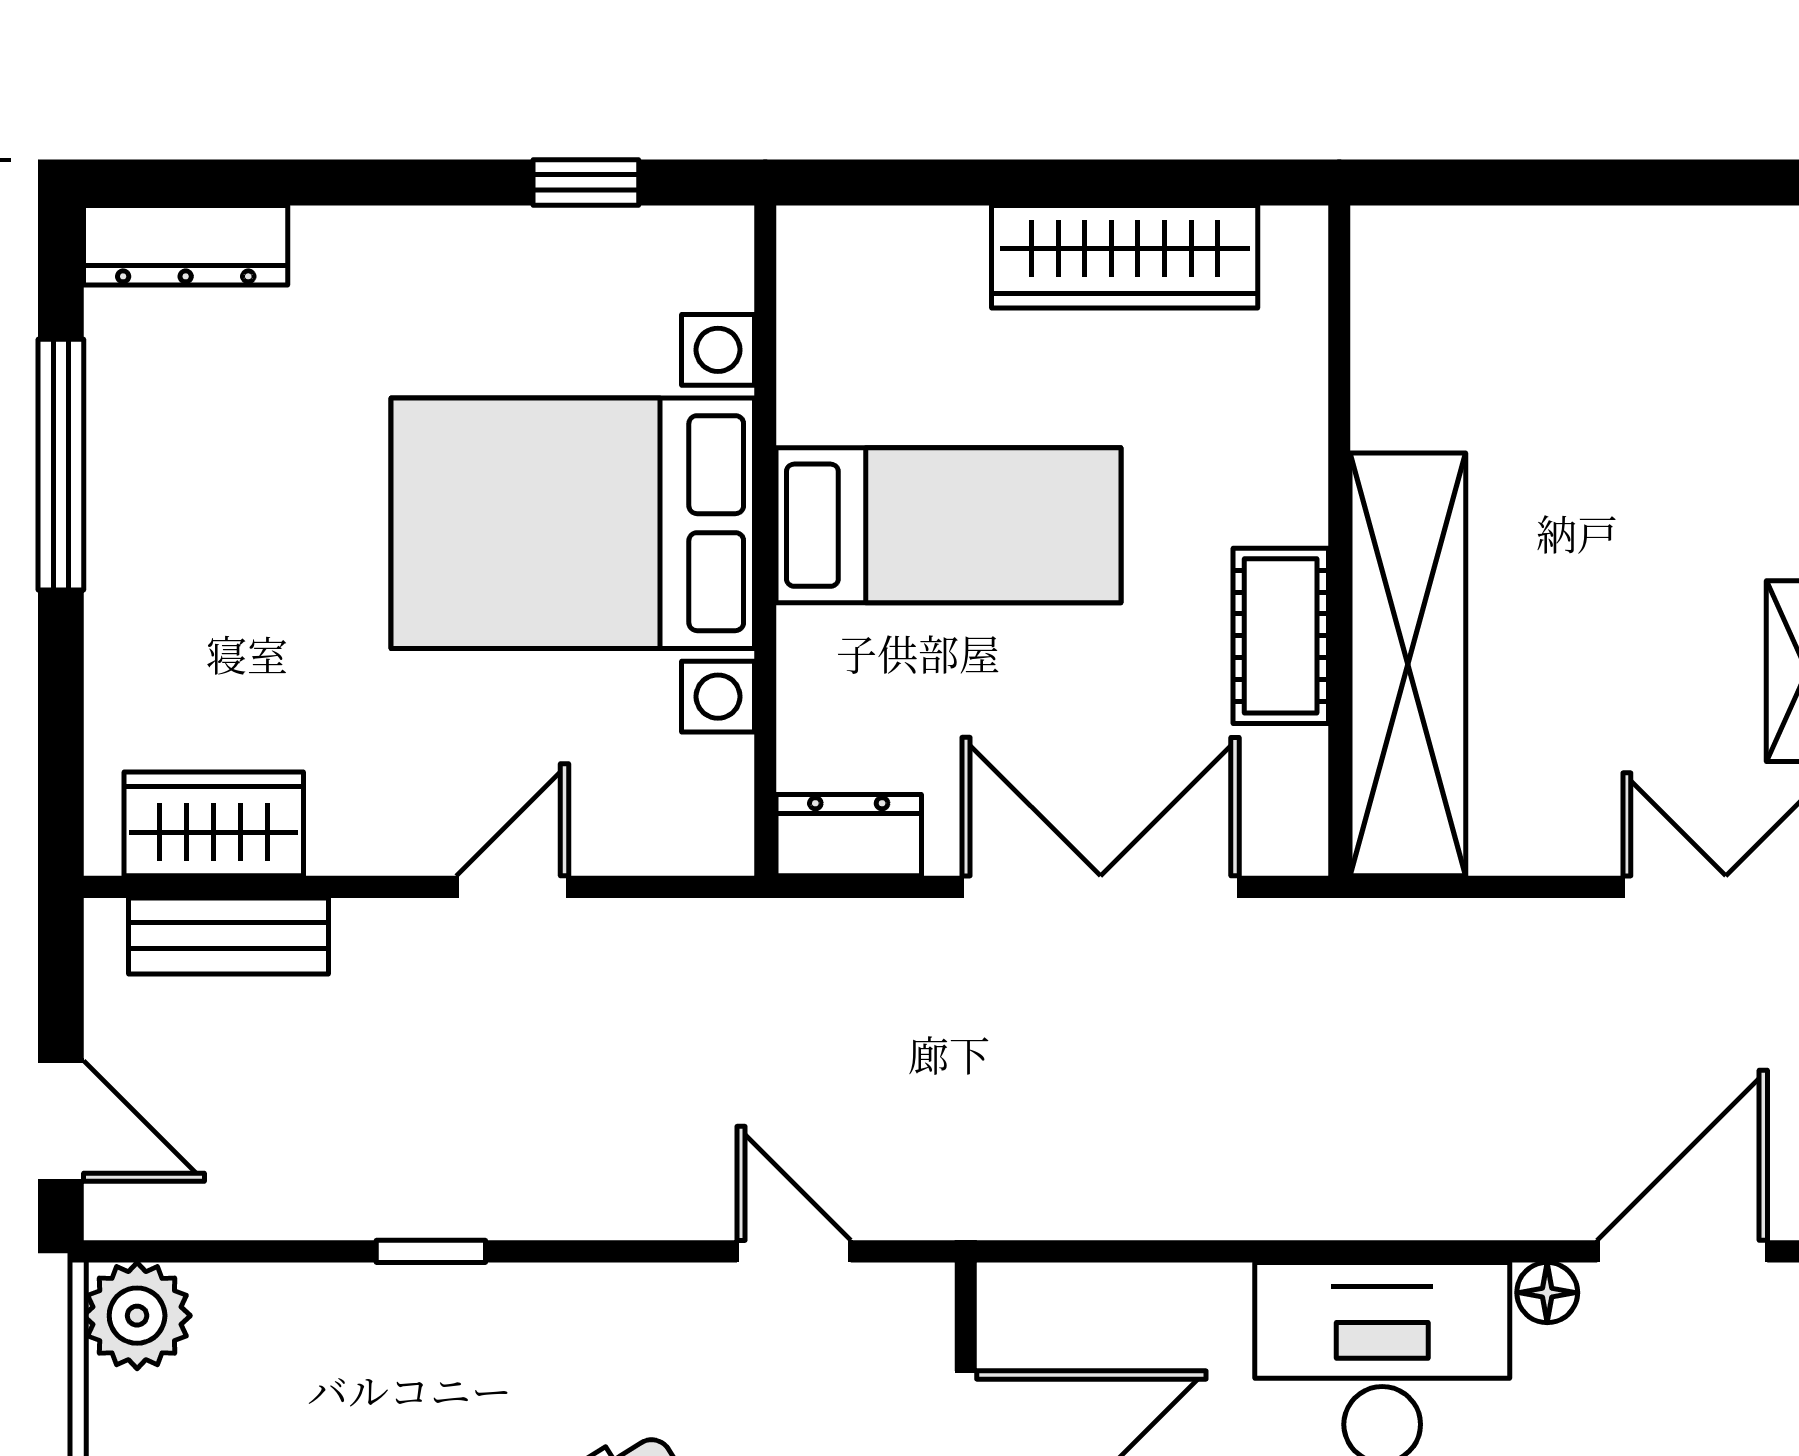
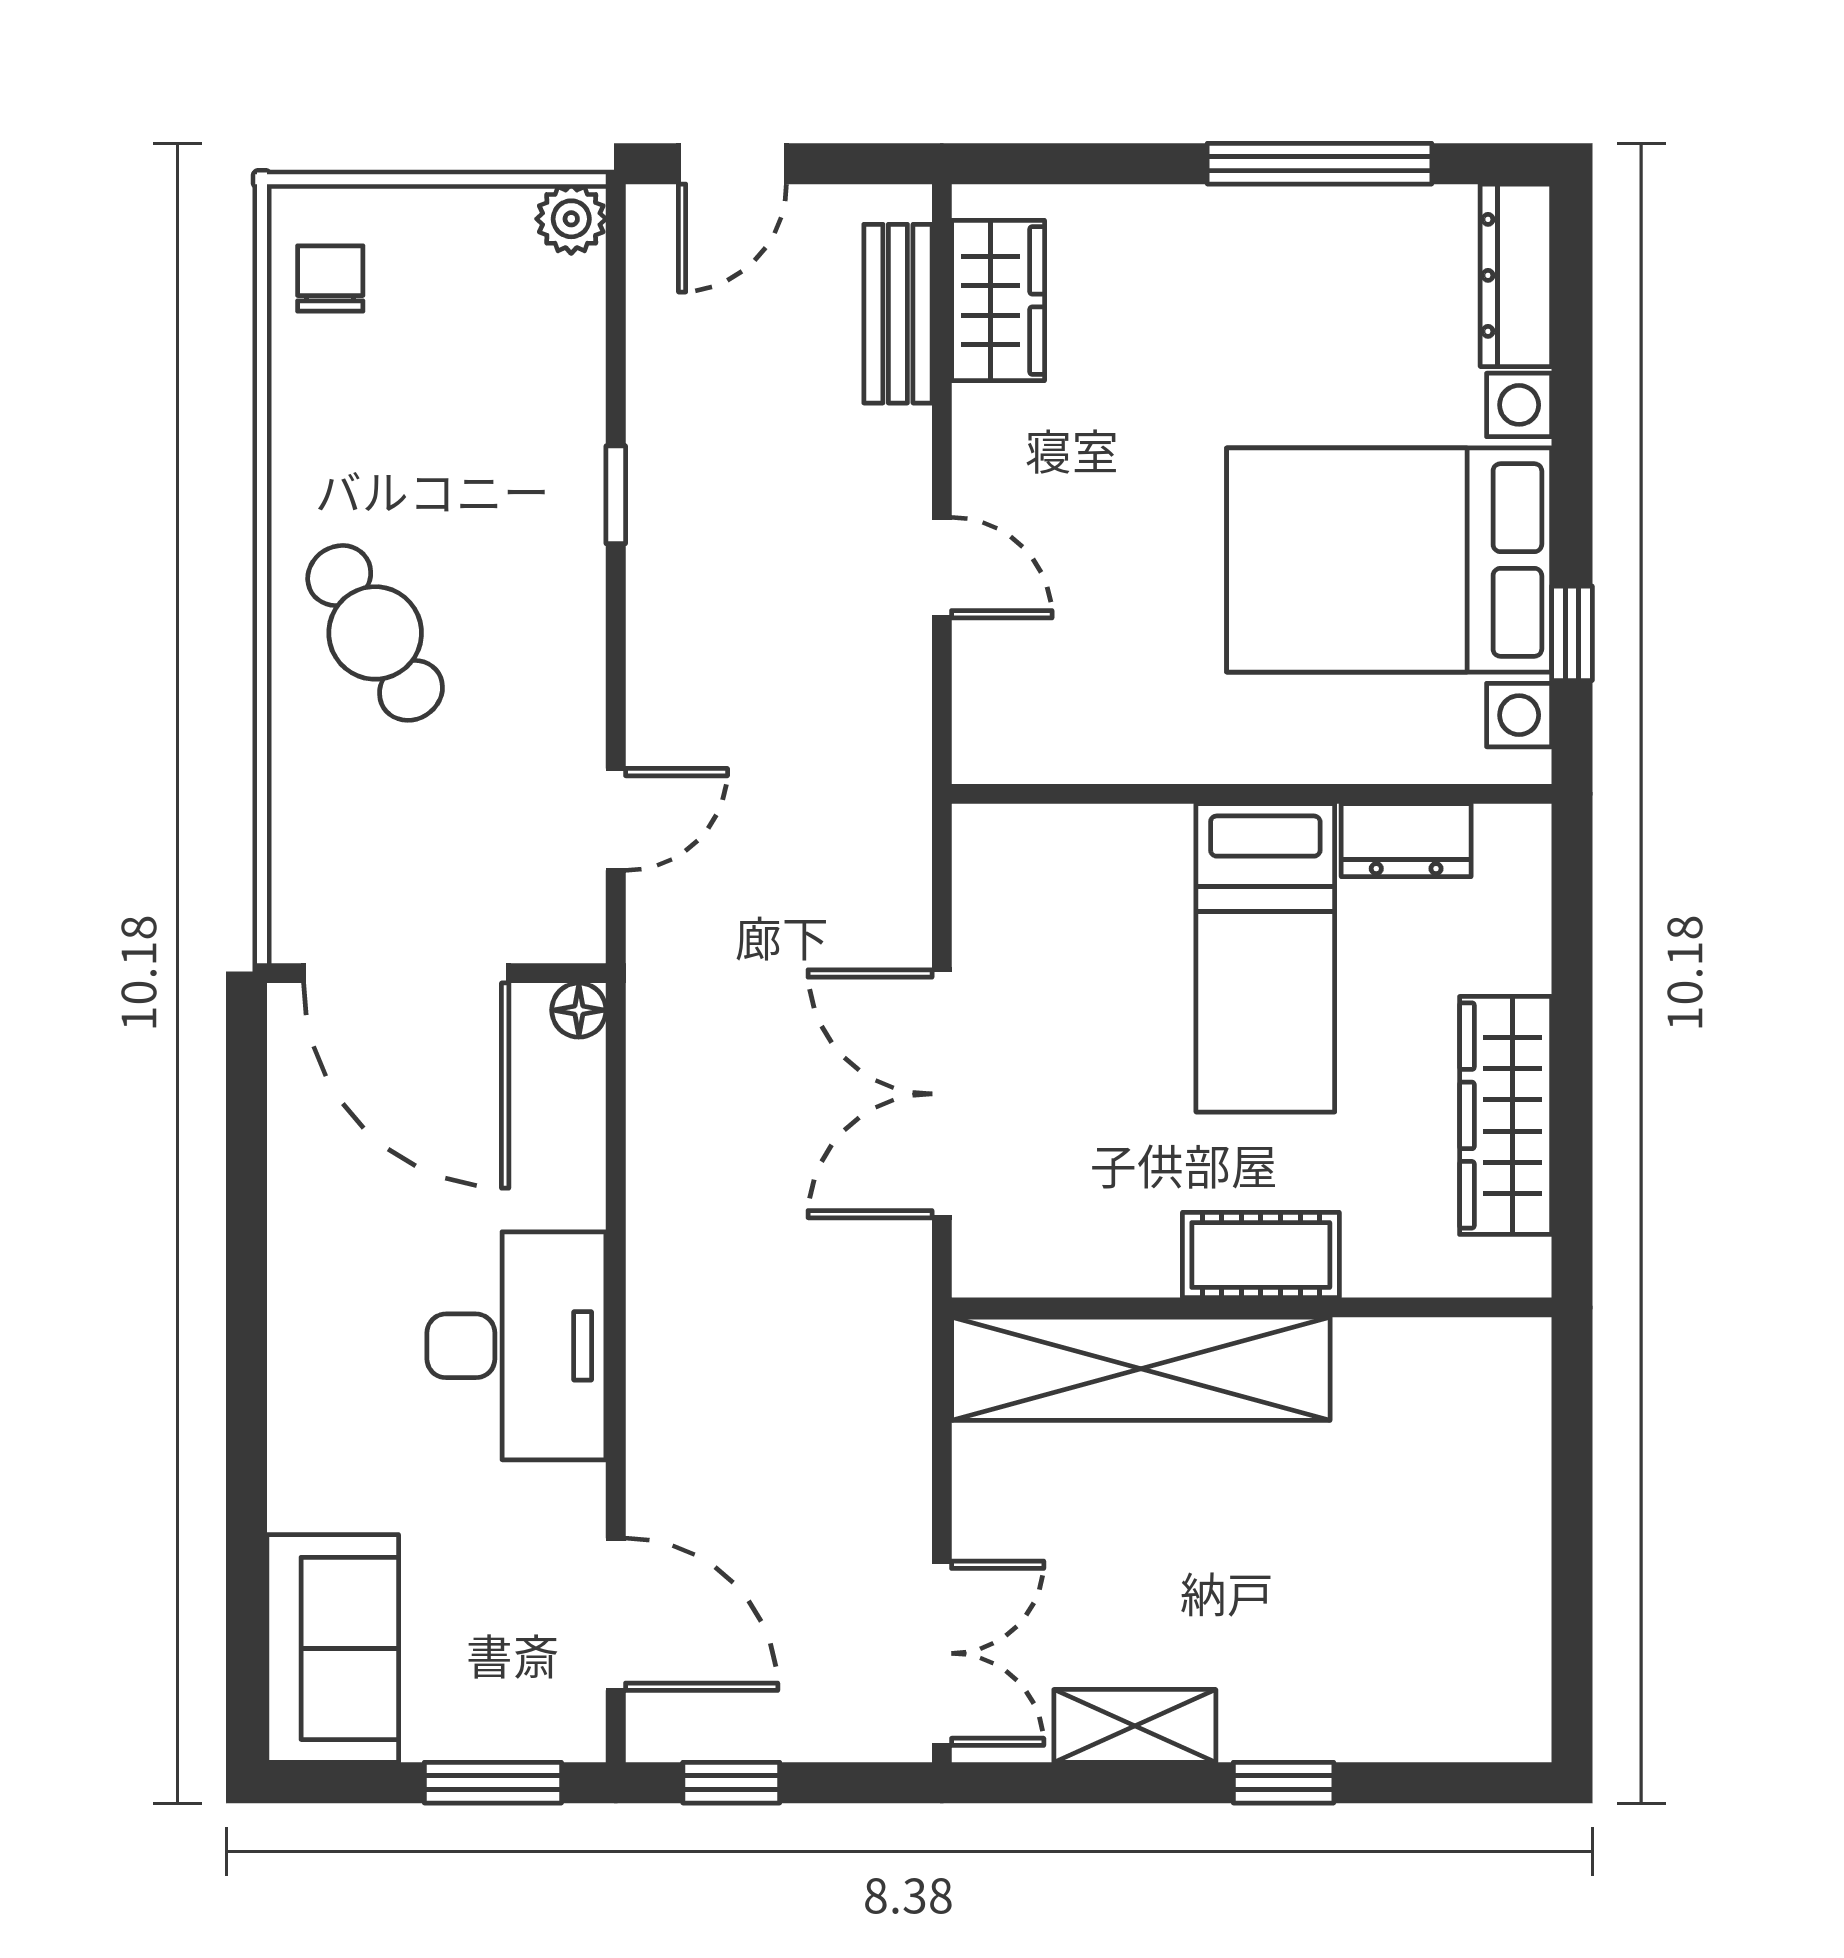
bed with nightstands: (573, 523) -> (1389, 560), moved, turned -90
cot: (1281, 636) -> (1261, 1255), moved
dresser: (849, 835) -> (1406, 840), moved, turned 90
double door: (1101, 887) -> (942, 1094), swing flipped
floor lamp: (1547, 1293) -> (579, 1010), moved
plant: (137, 1316) -> (571, 219), width x0.73, depth x0.73

